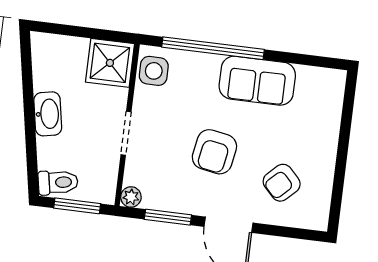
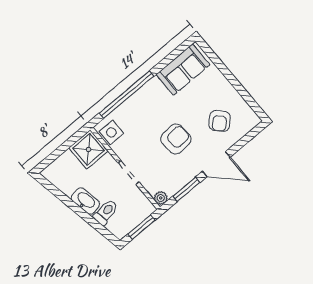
sofa: (257, 81) -> (183, 70), moved
armchair: (214, 152) -> (176, 139), turned -104
toilet: (58, 182) -> (106, 212), moved

